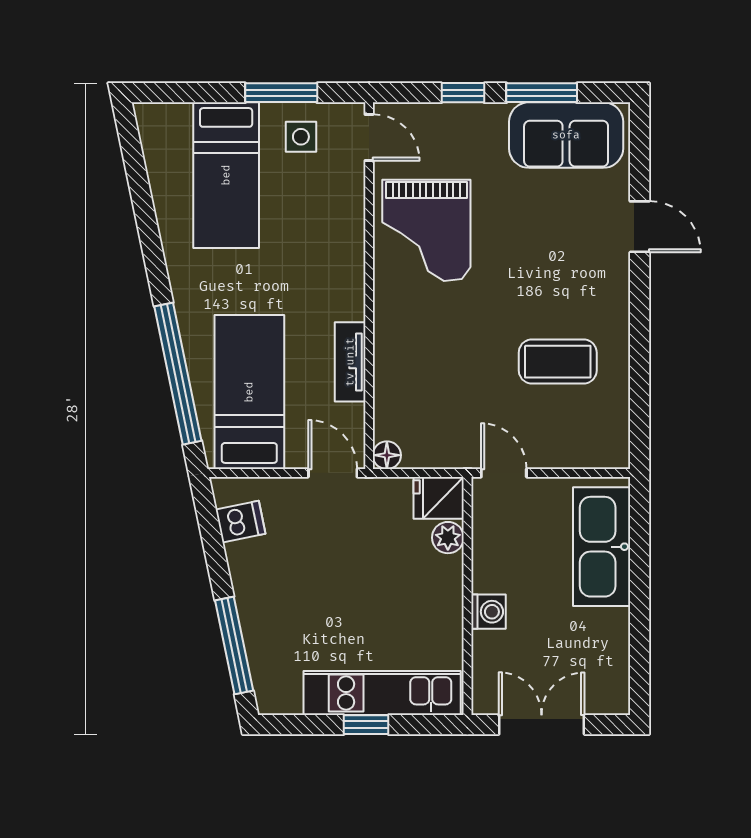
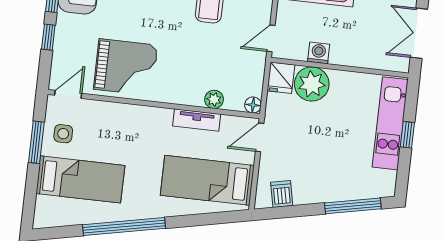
window: (178, 374) -> (124, 227), moved
plant: (389, 388) -> (214, 99), added
plant: (448, 538) -> (312, 84), width x1.87, depth x1.87
washing machine: (488, 612) -> (319, 53), moved

